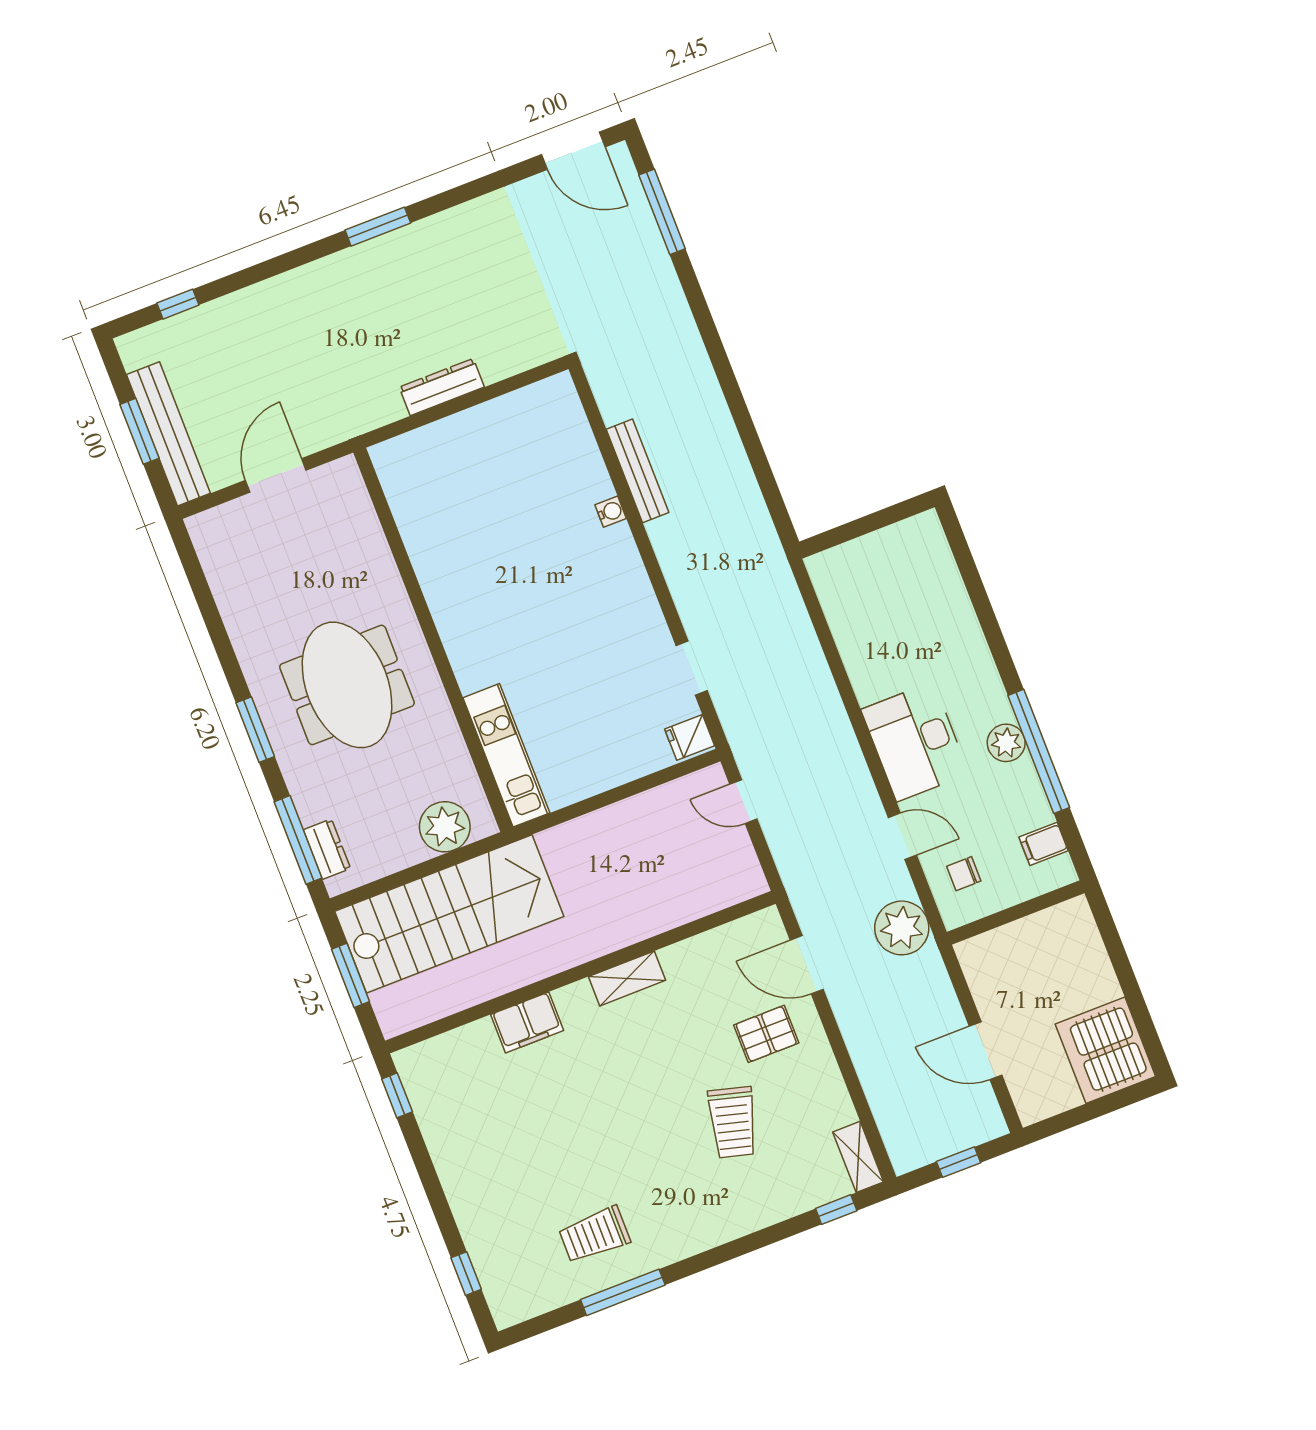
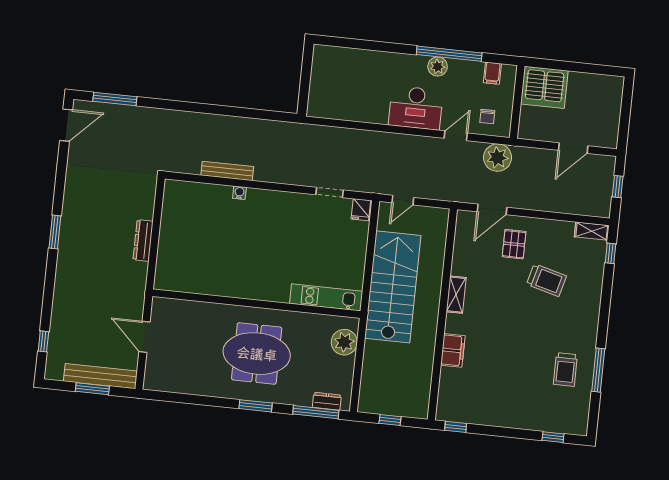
stairs: (449, 914) -> (393, 287), moved
window: (351, 975) -> (390, 420), width x0.67
server rack: (1105, 1050) -> (544, 87), moved

